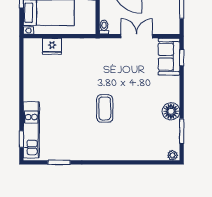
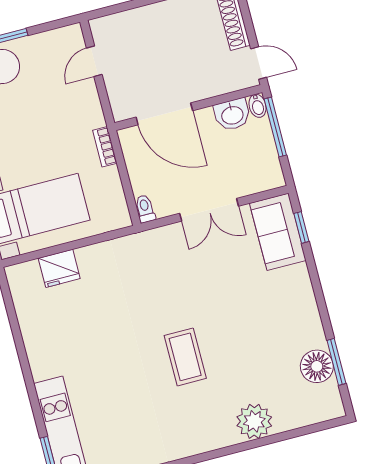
double door: (137, 36) -> (209, 210), swing flipped
floor lamp: (171, 111) -> (317, 366), moved
plant: (173, 155) -> (254, 421), moved, width x1.88, depth x1.88

